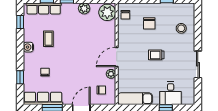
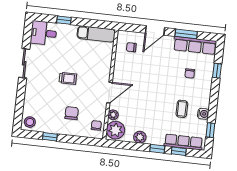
stool: (181, 28) -> (30, 122), moved
water cooler: (28, 47) -> (203, 114), moved
door: (117, 57) -> (109, 93), moved
plant: (111, 74) -> (113, 115), moved
desk: (171, 93) -> (44, 33), moved, turned -90

